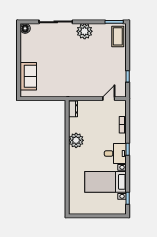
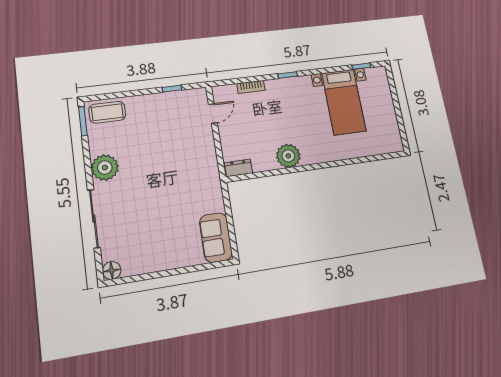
sofa: (28, 76) -> (216, 237), moved, turned -90
door: (109, 99) -> (213, 113), swing flipped
desk: (115, 154) -> (298, 93), removed

